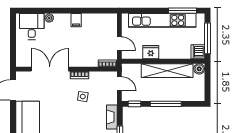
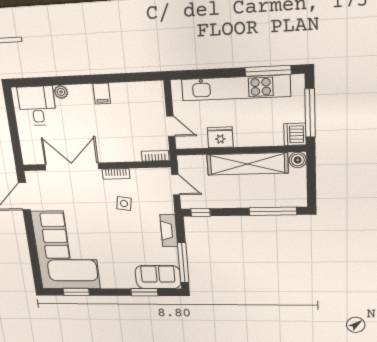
window: (166, 104) -> (273, 211), moved

